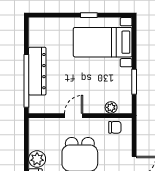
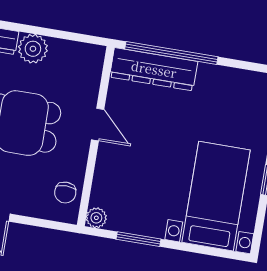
dresser: (37, 71) -> (154, 69), moved
plant: (111, 107) -> (96, 218), moved

